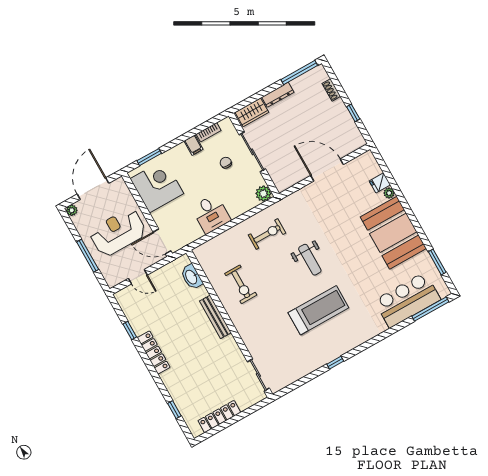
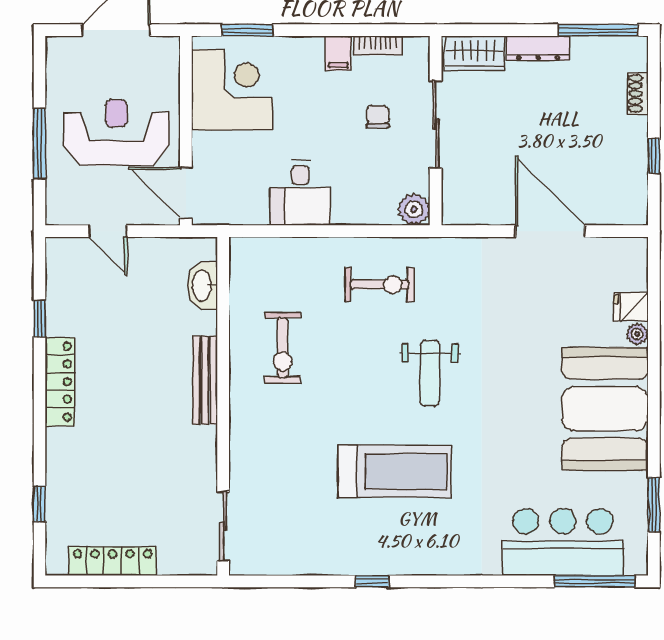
plant: (72, 210) -> (57, 47), removed

